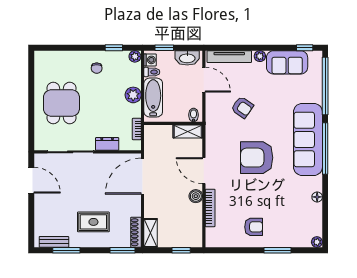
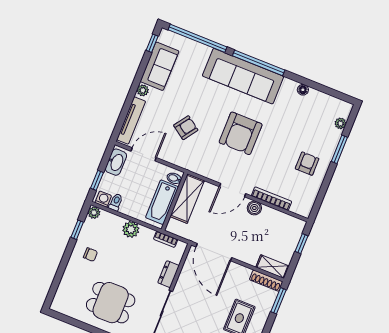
bathtub: (153, 98) -> (162, 202), moved, turned -90
shelving: (188, 131) -> (187, 198), width x1.50, depth x1.33
plant: (317, 242) -> (340, 123), moved

